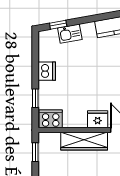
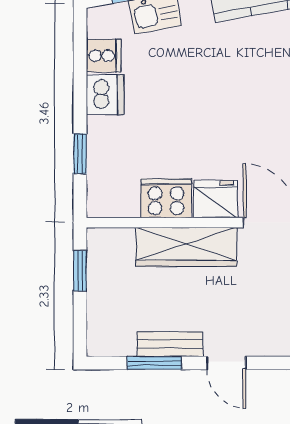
cooker: (46, 53) -> (104, 56), added
cooker: (51, 119) -> (166, 198), moved

